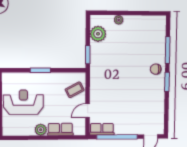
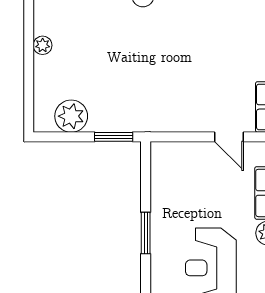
plant: (119, 20) -> (43, 45), moved
coffee table: (75, 90) -> (186, 164), removed

